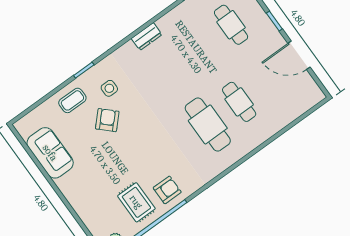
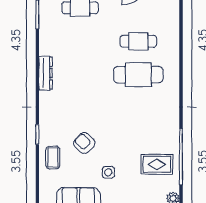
dresser: (147, 37) -> (46, 73), width x1.44
side table: (109, 88) -> (108, 172), moved
armchair: (167, 190) -> (164, 136), removed

